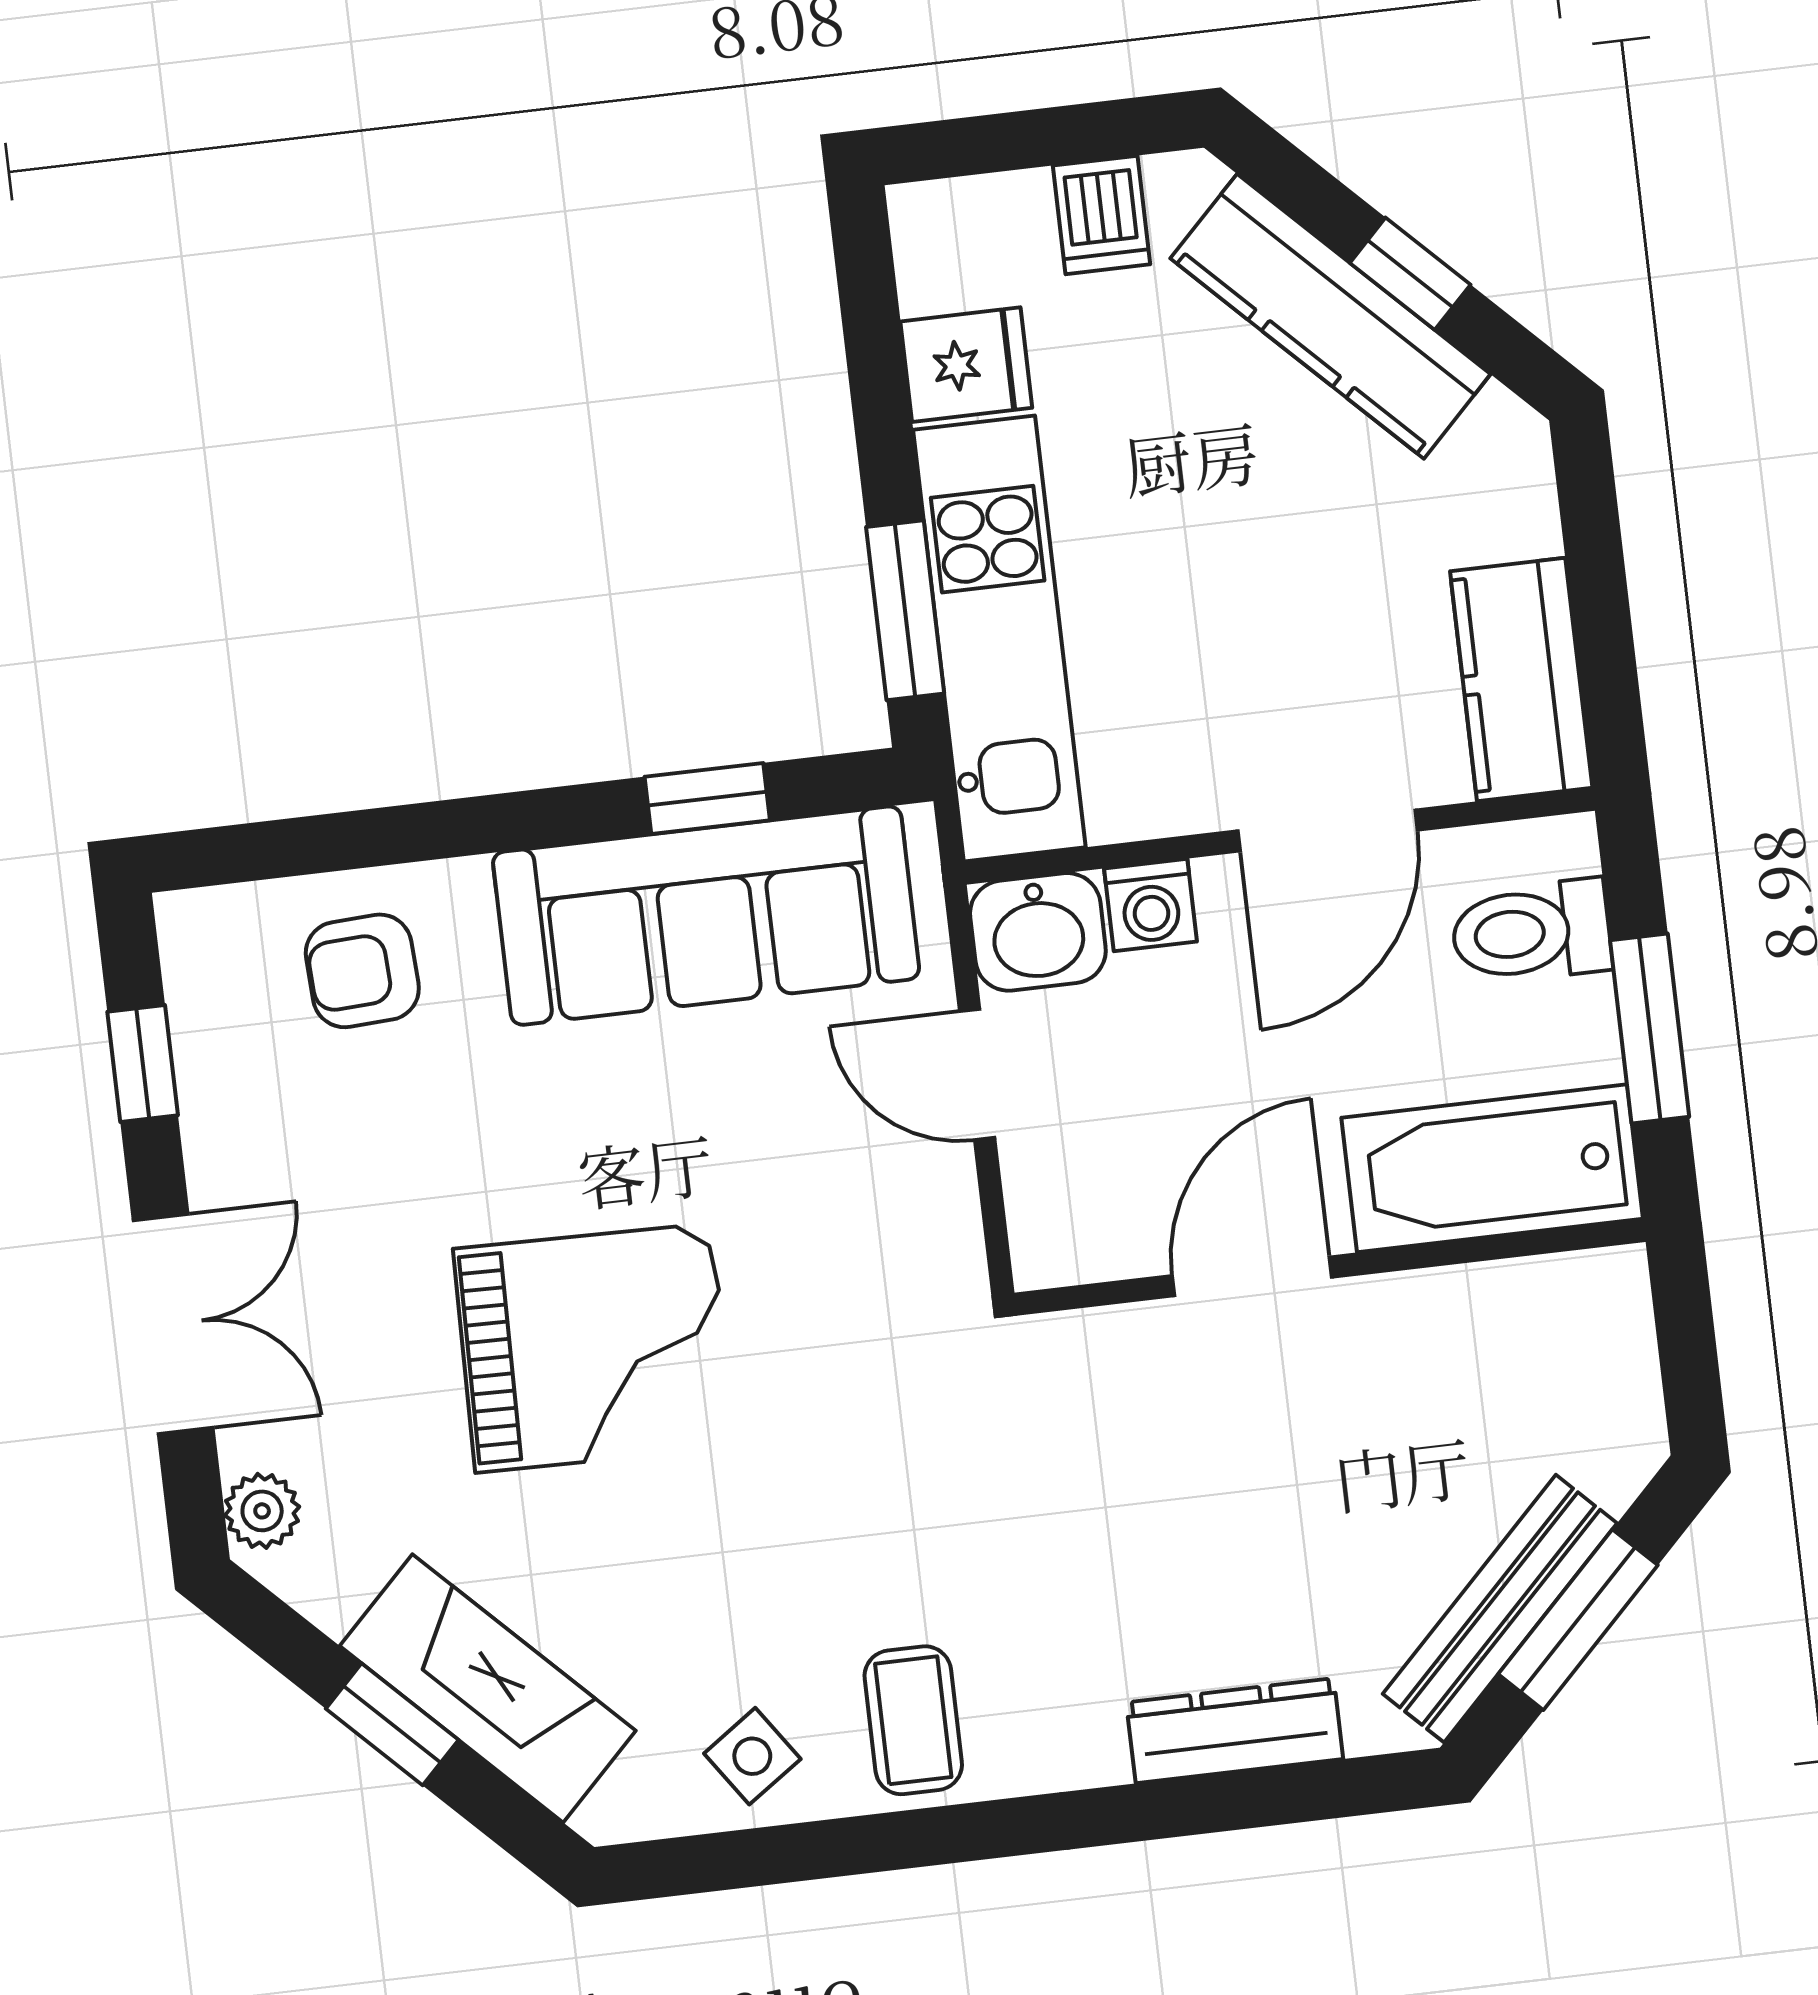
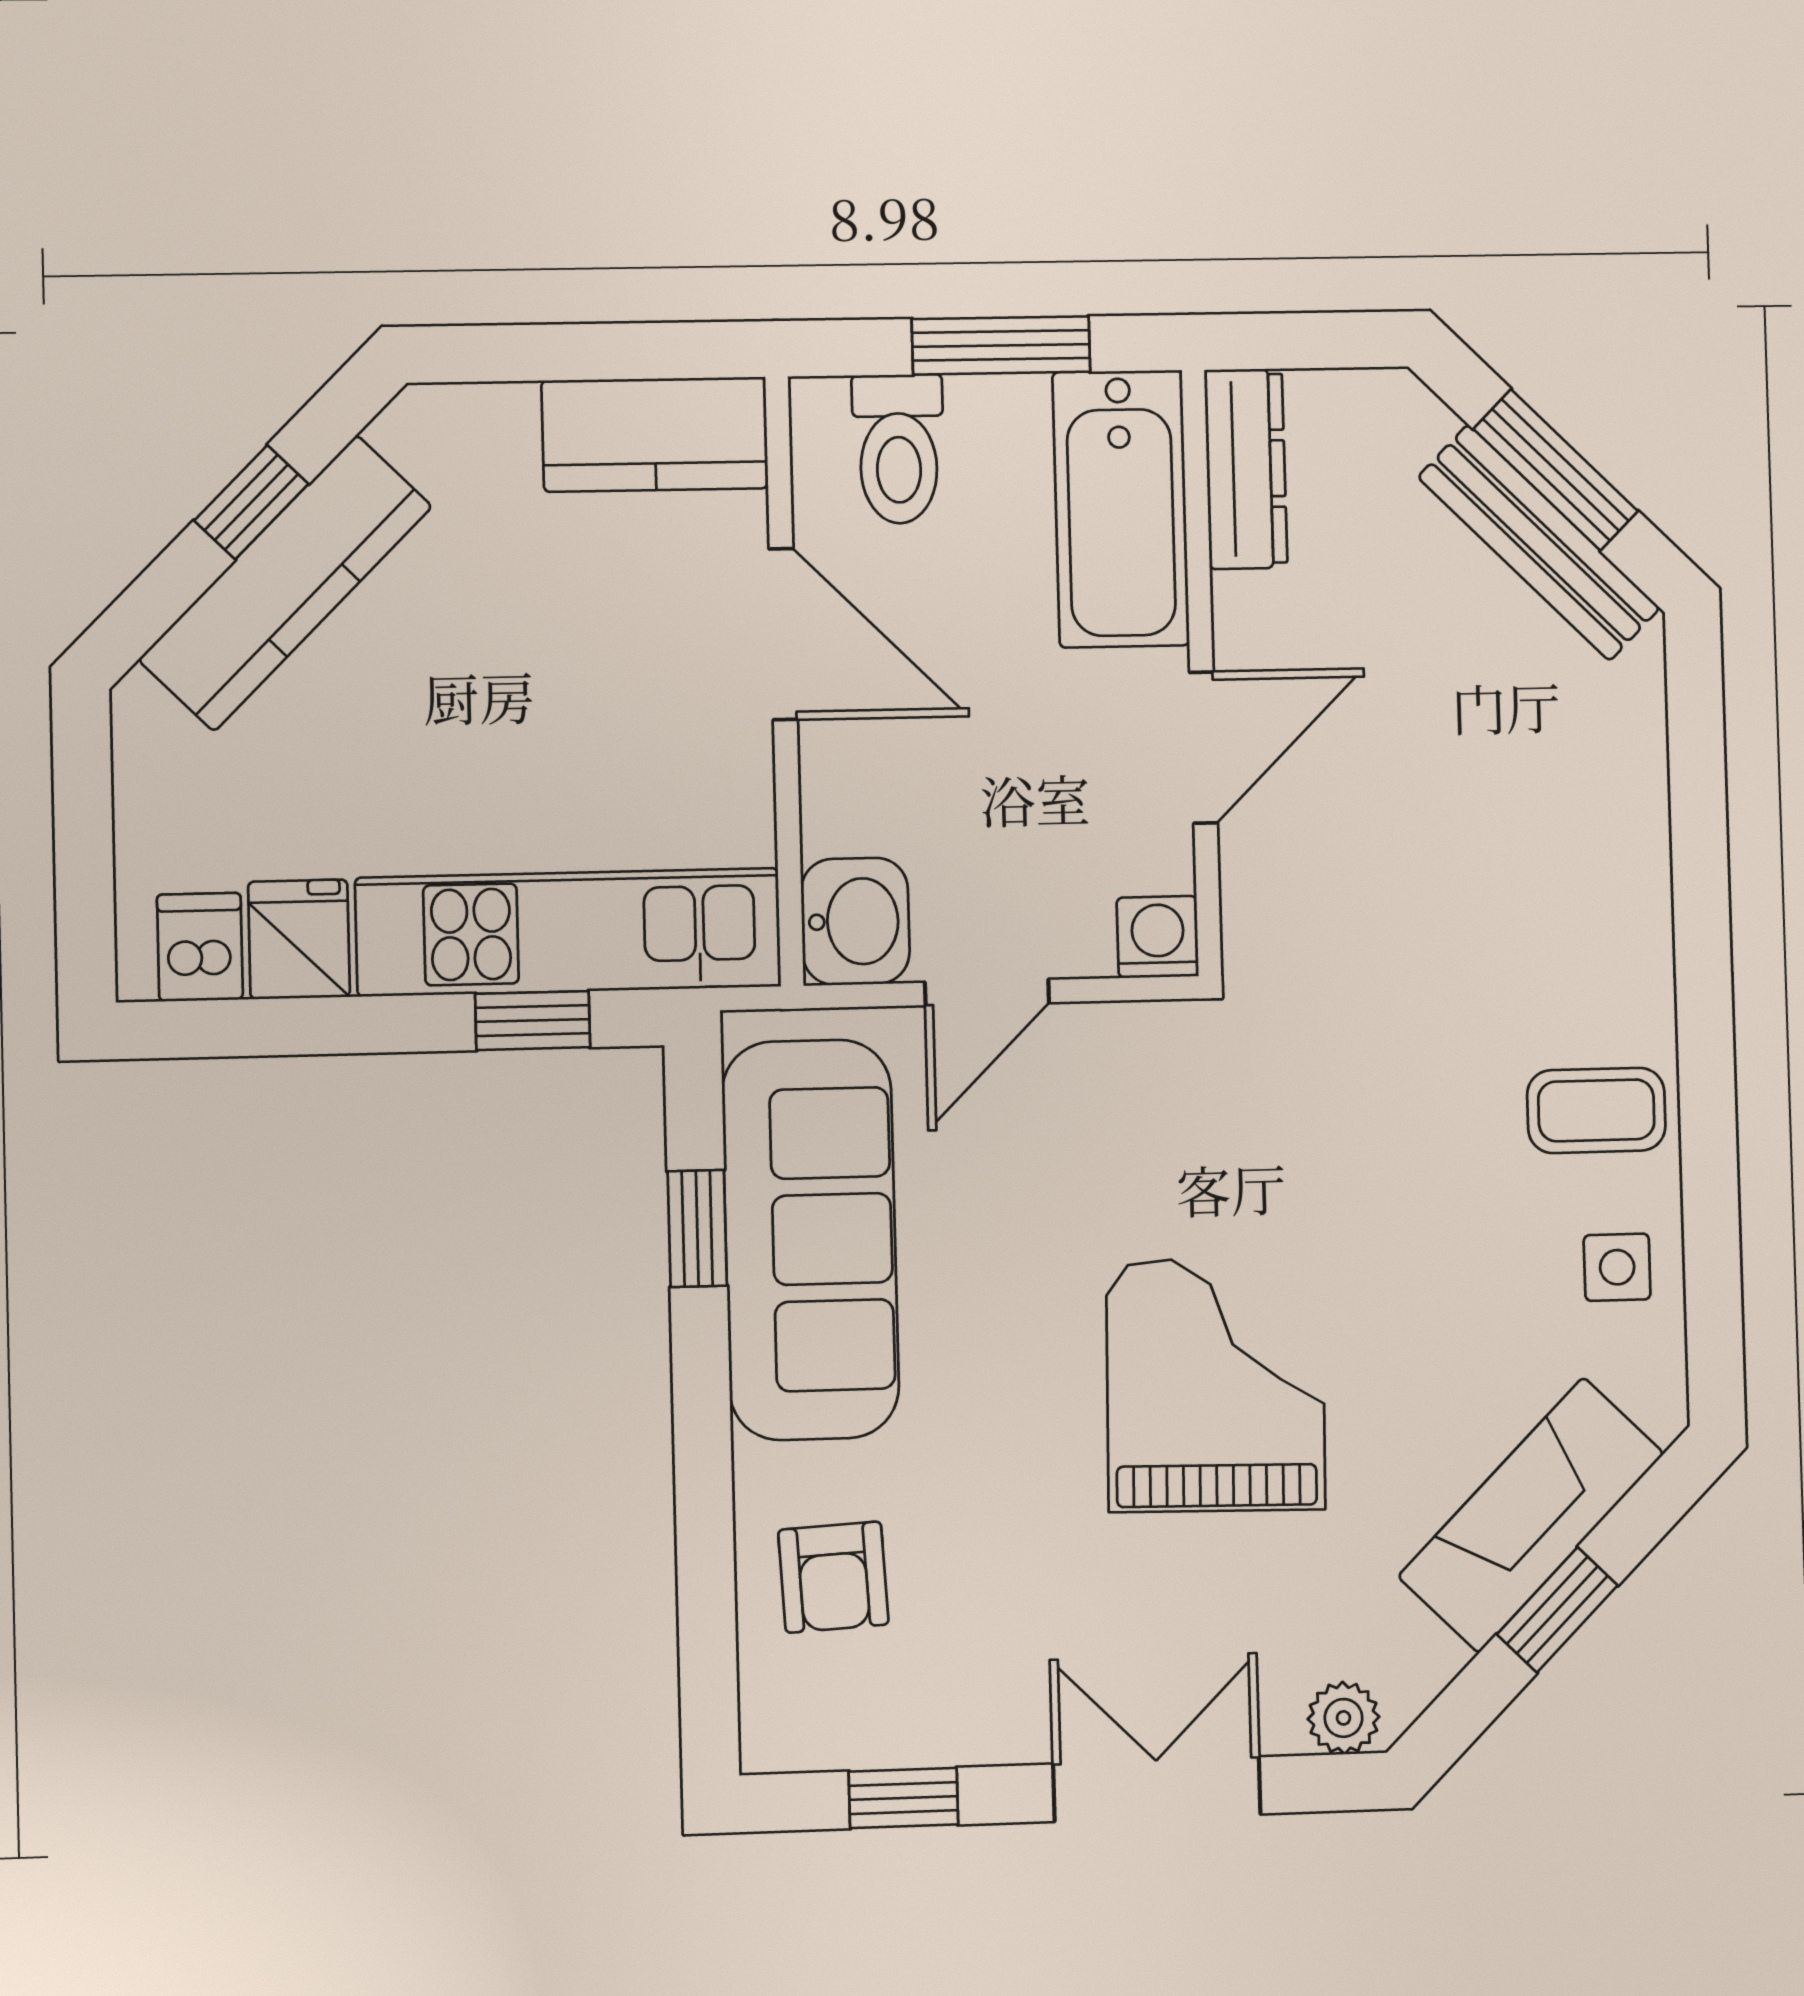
dishwasher: (1102, 215) -> (200, 947), moved, turned -90
window: (905, 610) -> (533, 1021), width x0.67
washing machine: (1150, 905) -> (1158, 937), moved, turned -90
door: (1252, 1276) -> (1204, 748), swing flipped
dresser: (1235, 1731) -> (1246, 469), moved, turned 180
side table: (752, 1756) -> (1617, 1267), turned 35

